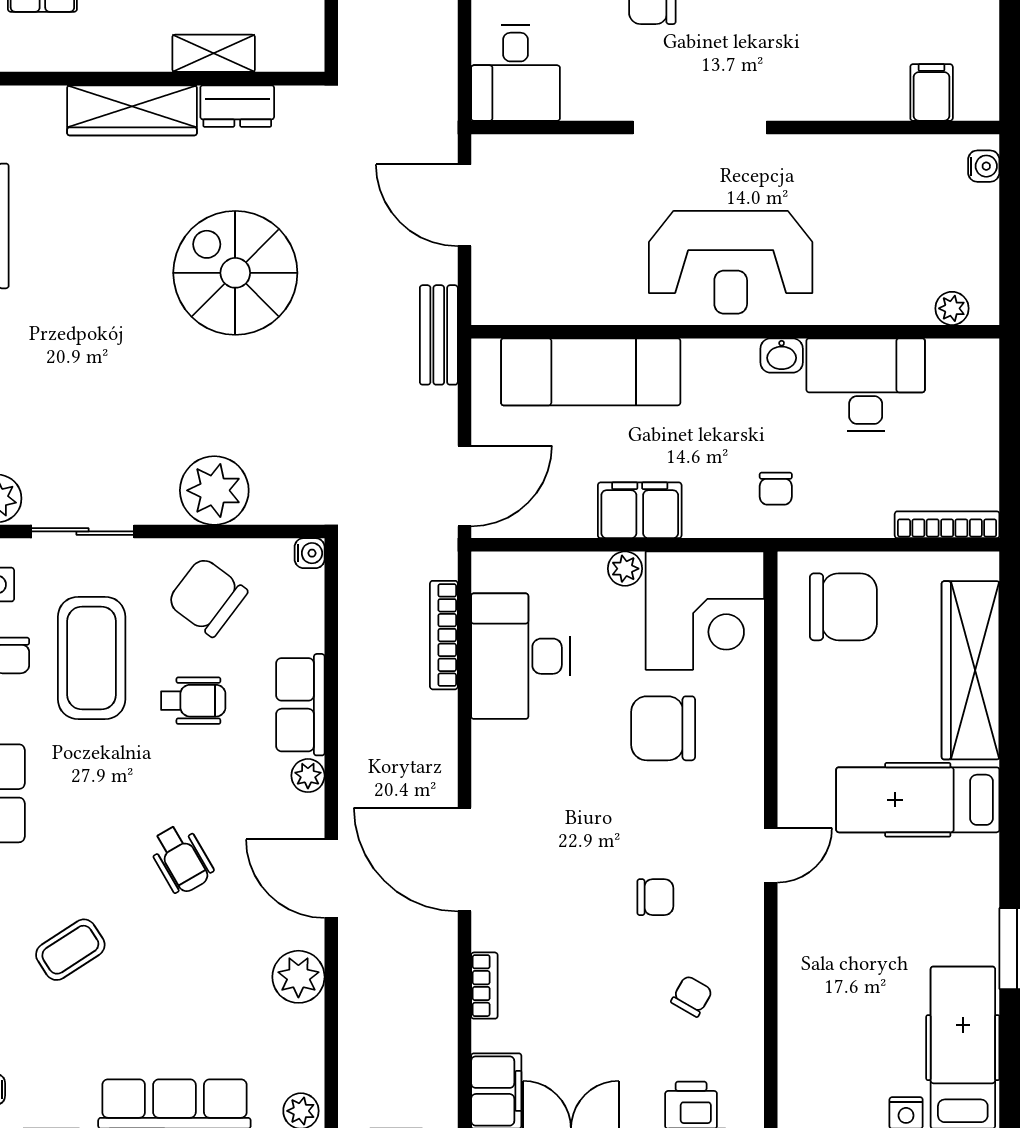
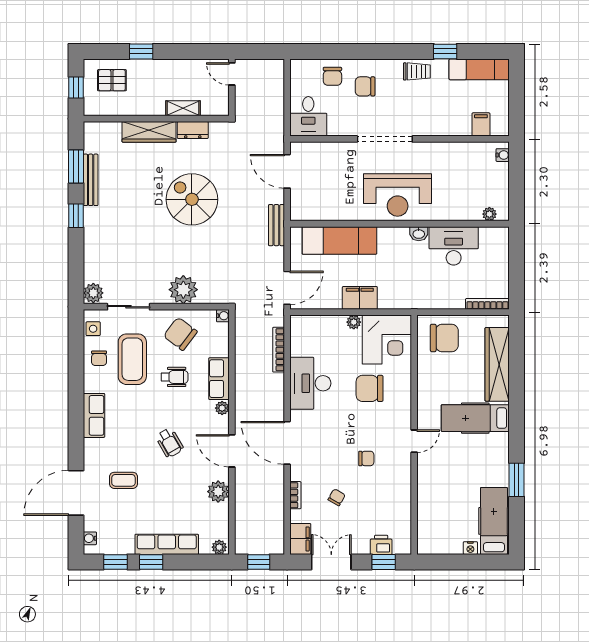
chair: (776, 489) -> (416, 289), removed
desk: (520, 656) -> (310, 383), moved
coffee table: (70, 950) -> (123, 480), turned 33
chair: (692, 996) -> (337, 497), moved

